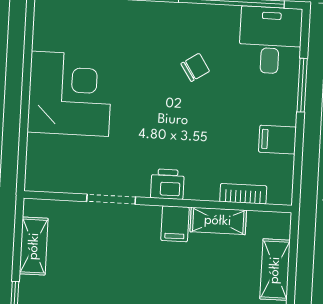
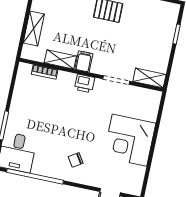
chair: (195, 67) -> (76, 160), moved
filing cabinet: (278, 140) -> (22, 98), removed
shelving: (34, 246) -> (149, 78), moved, turned 90

